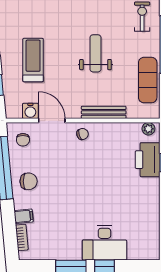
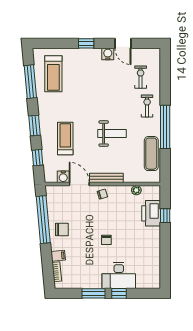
weight bench: (95, 53) -> (112, 134), turned 90
bench: (104, 112) -> (106, 178), moved
plant: (148, 129) -> (136, 190), moved
chair: (23, 140) -> (106, 240), moved

